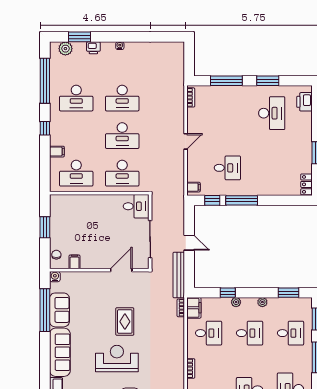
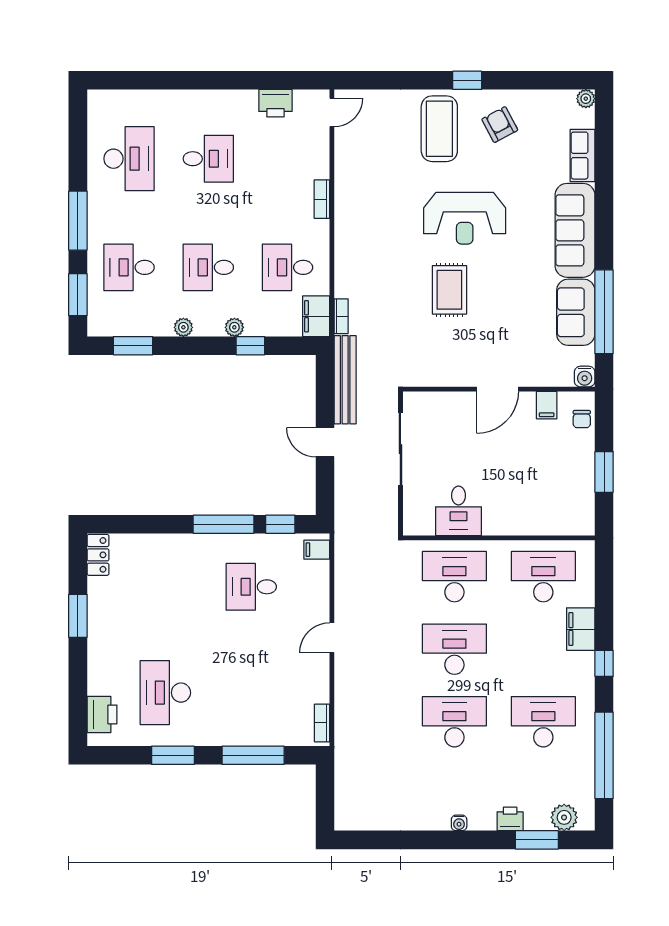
filing cabinet: (57, 152) -> (581, 629), width x2.00
desk: (136, 206) -> (458, 511), moved, turned -90
door: (121, 270) -> (498, 389), moved

